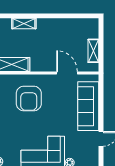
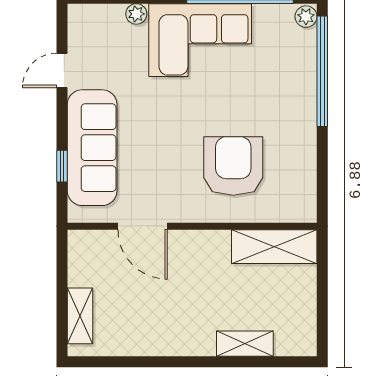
shelving: (93, 51) -> (80, 316), moved
window: (101, 98) -> (62, 166), added

